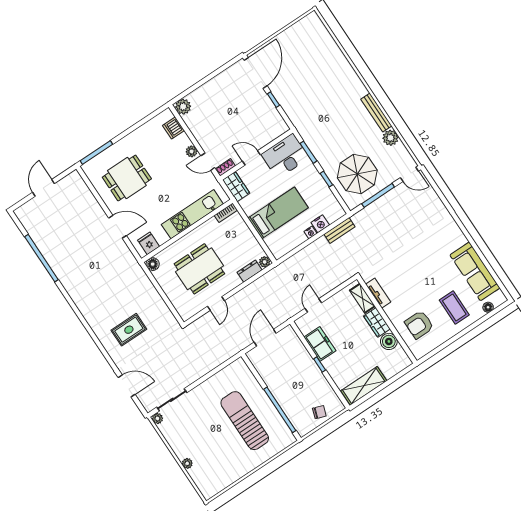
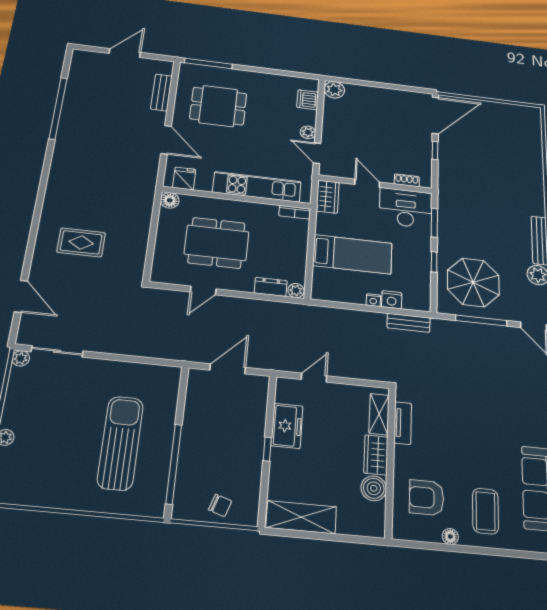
shoe rack: (225, 167) -> (407, 180), moved
bench: (88, 197) -> (161, 92), added
floor lamp: (488, 307) -> (450, 536), moved

